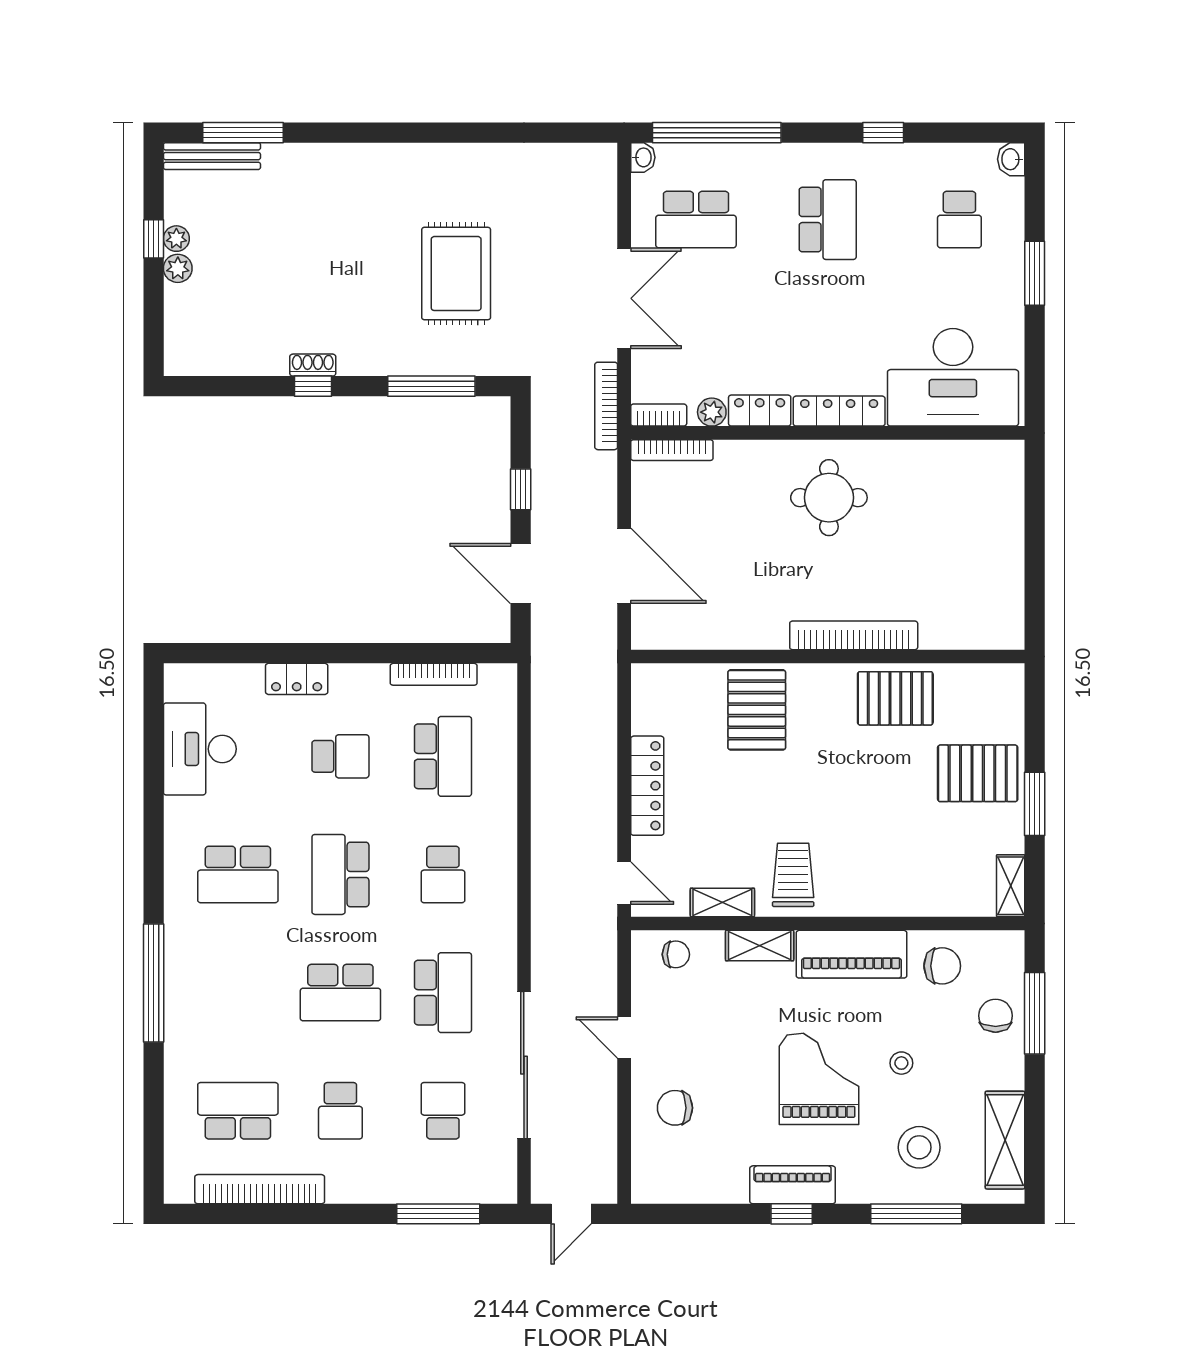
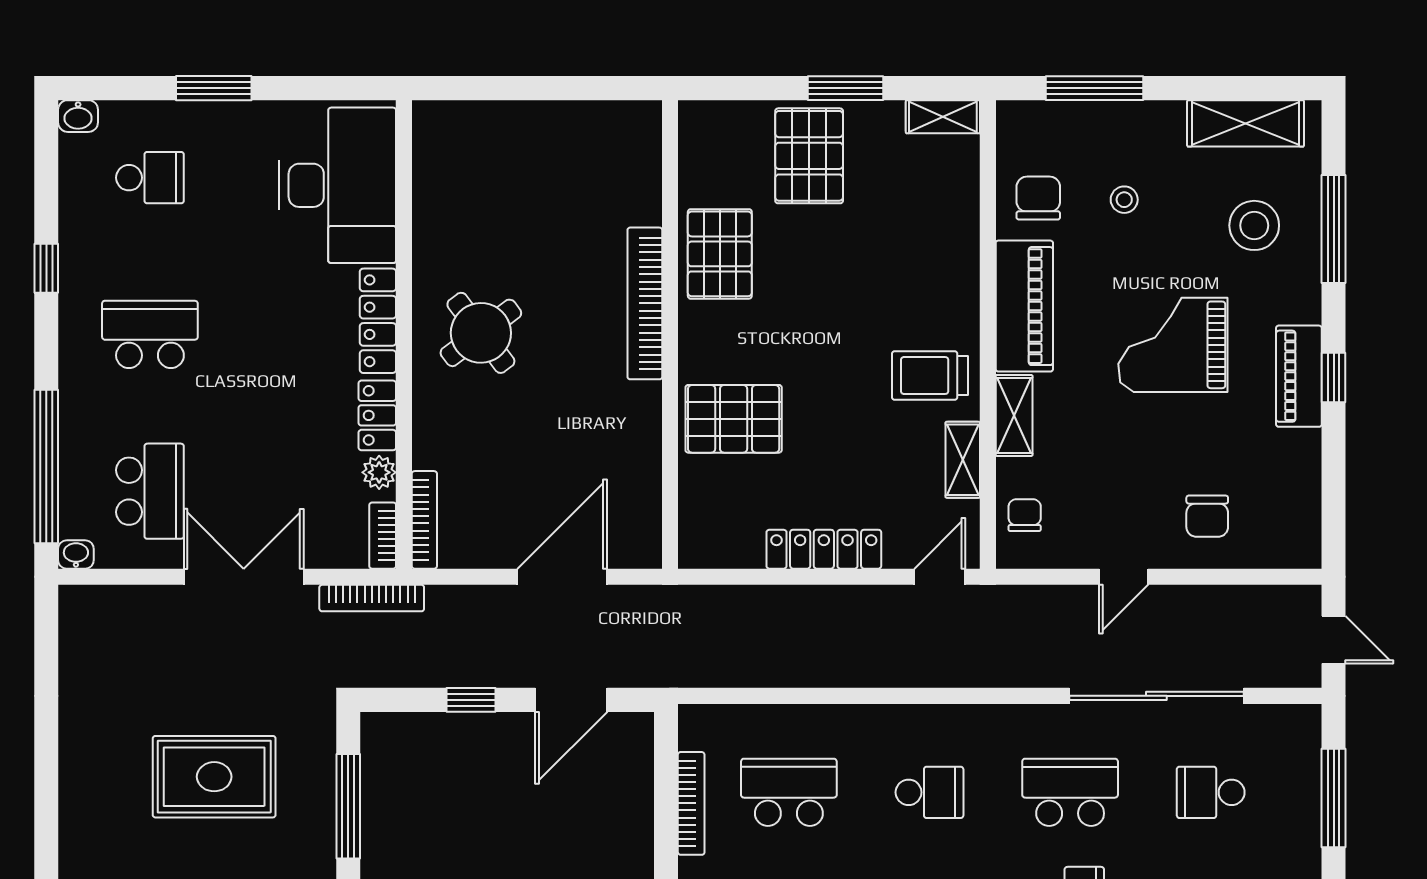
round table: (829, 498) -> (481, 333), turned -37
chair: (996, 1016) -> (1098, 135), removed
stool: (901, 1063) -> (1124, 200), moved

